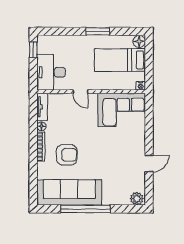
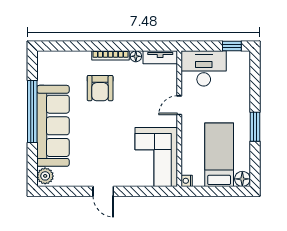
door: (149, 164) -> (103, 191), moved
sofa: (69, 192) -> (53, 126), moved

